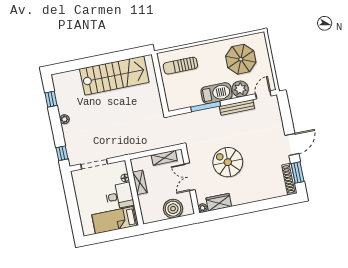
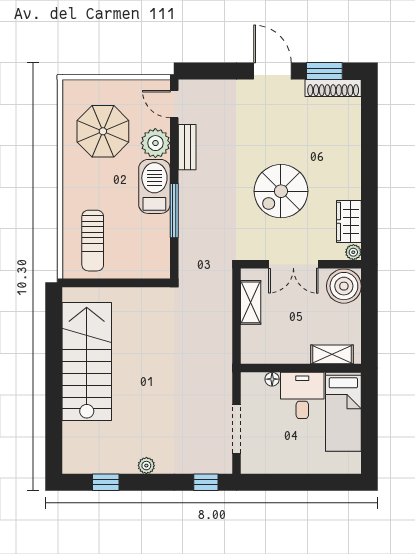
bench: (237, 107) -> (187, 147), width x0.73
shelving: (140, 182) -> (332, 354), moved
boiler: (173, 209) -> (344, 286), moved

